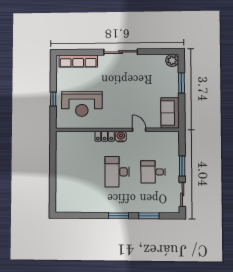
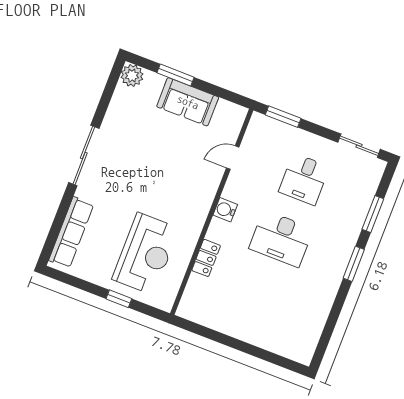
sofa: (170, 113) -> (188, 102), moved
door: (139, 130) -> (233, 158), moved
locker: (105, 136) -> (206, 258), moved
window: (182, 166) -> (283, 117), moved

